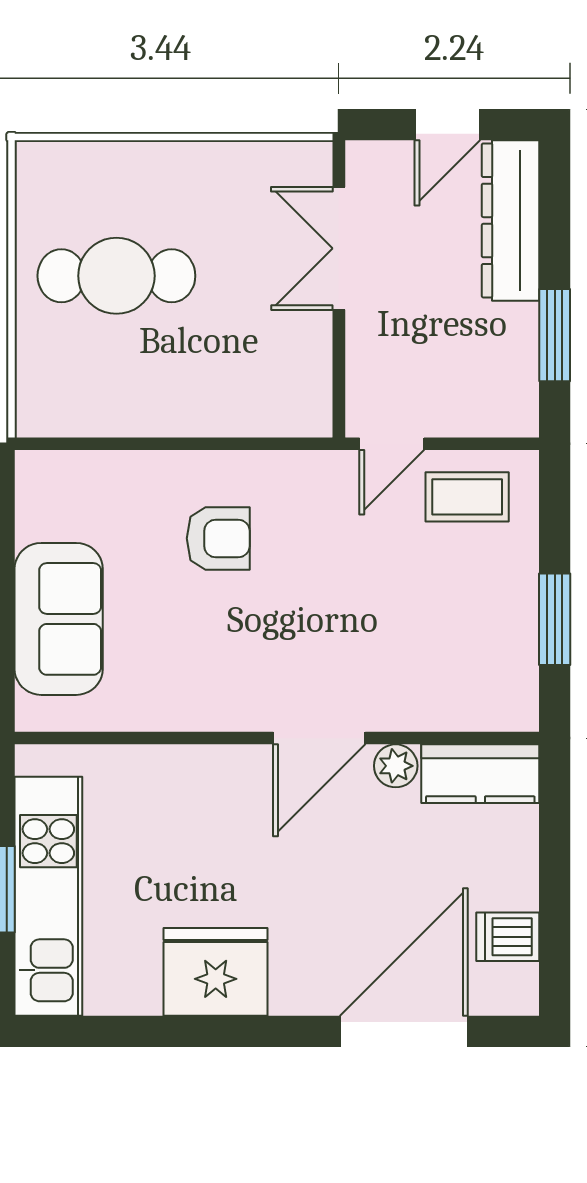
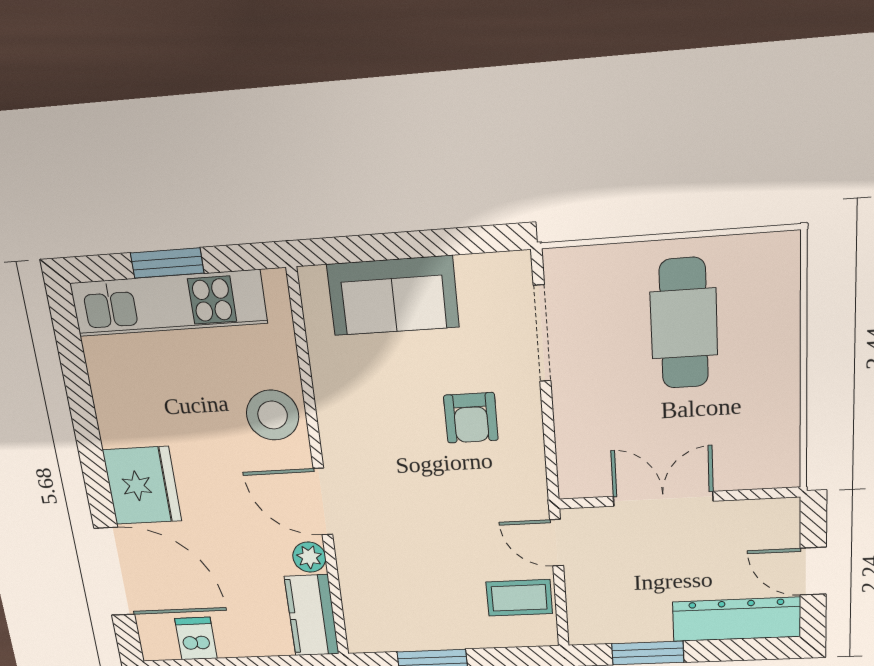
double door: (339, 248) -> (663, 499), moved
doorway: (117, 444) -> (542, 333), added
coffee table: (467, 497) -> (519, 598), turned 90
stool: (199, 787) -> (273, 415), added
fridge: (216, 972) -> (142, 486), moved

